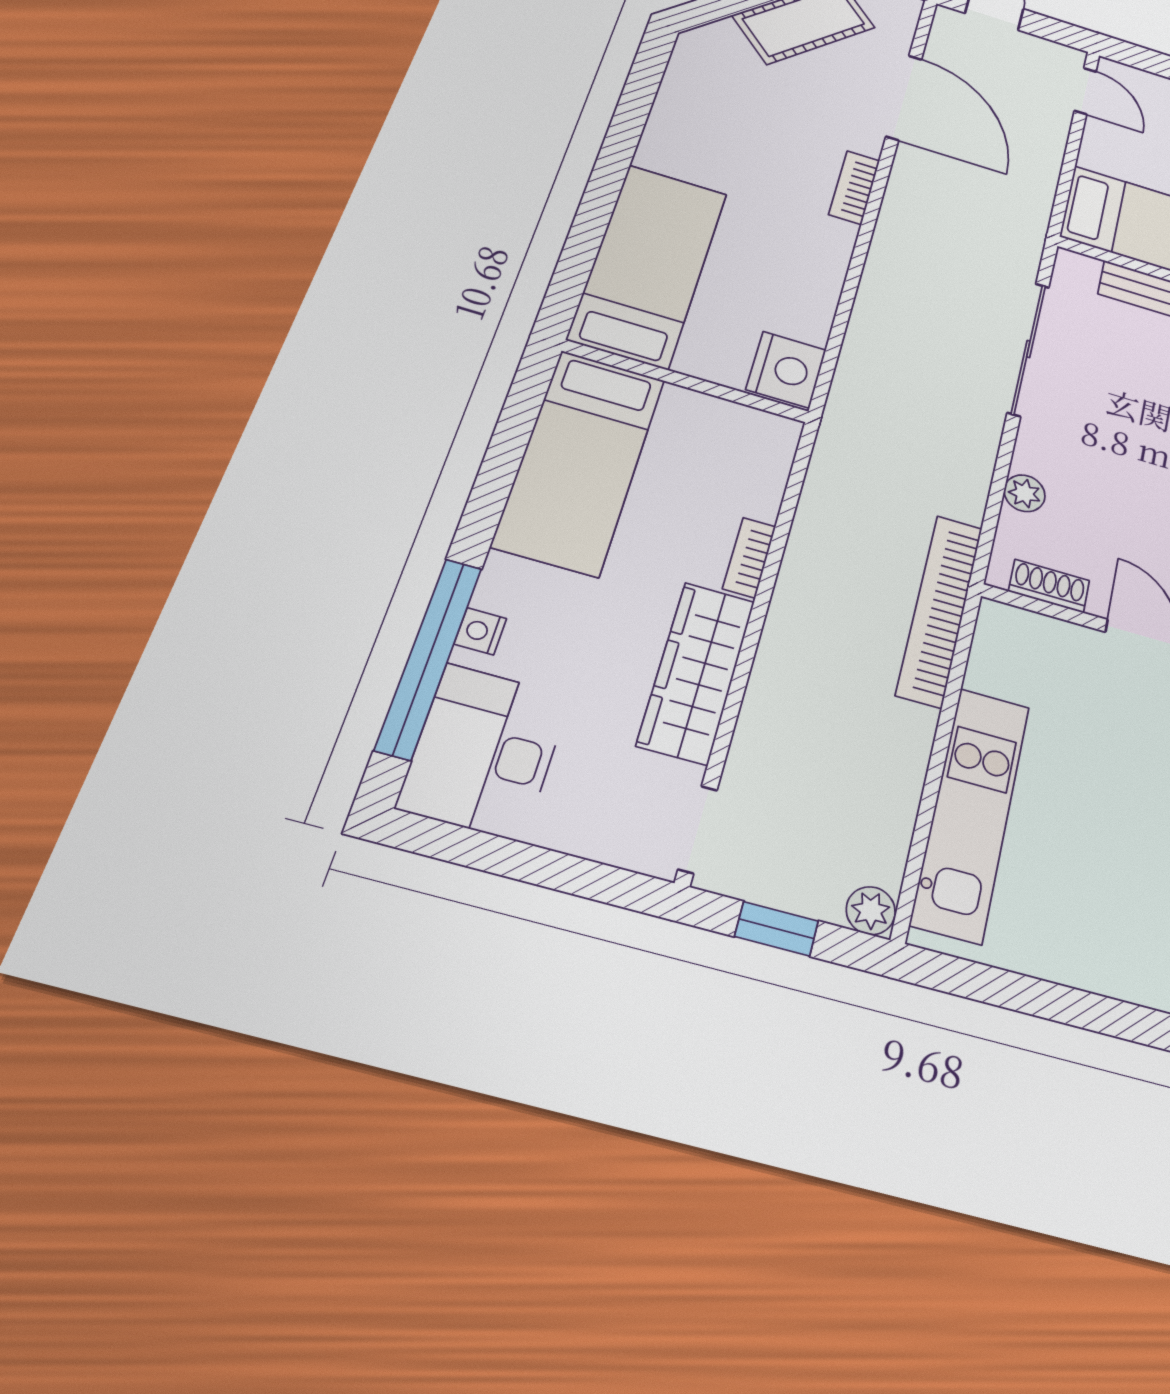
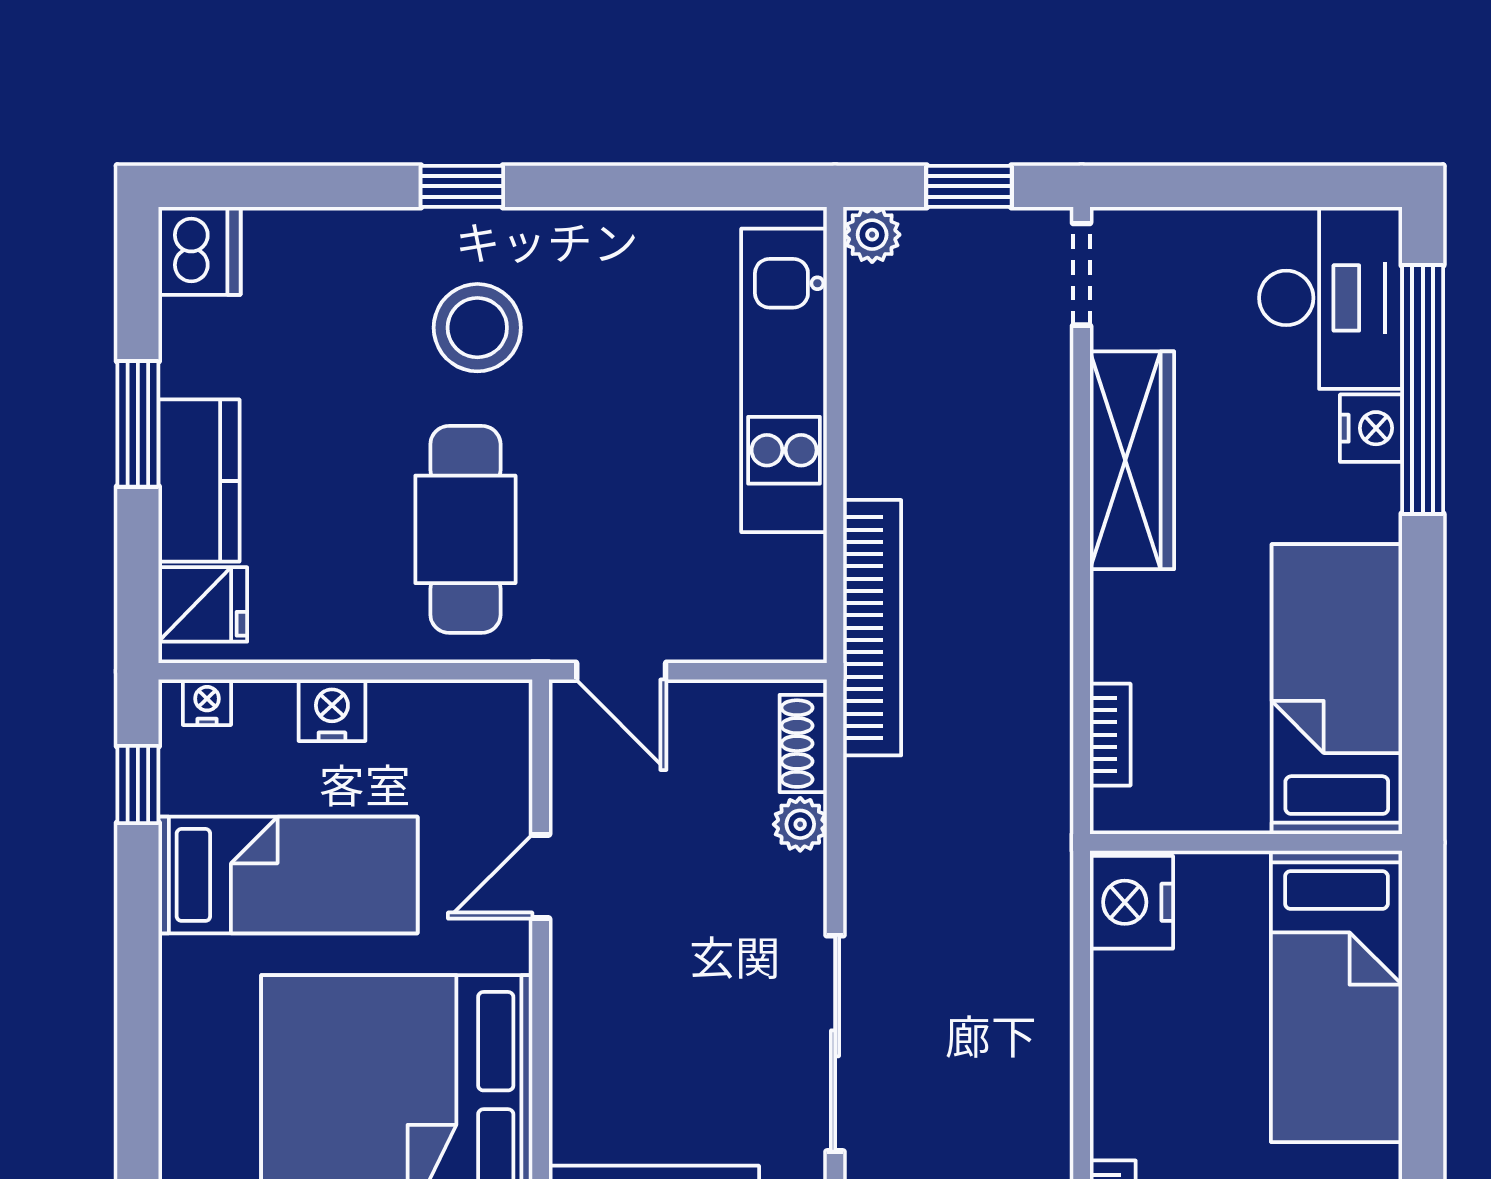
bookcase: (749, 558) -> (1110, 735), moved
shoe rack: (1049, 586) -> (803, 744), moved, turned 90
nightstand: (480, 631) -> (1371, 428), width x1.39, depth x1.35

